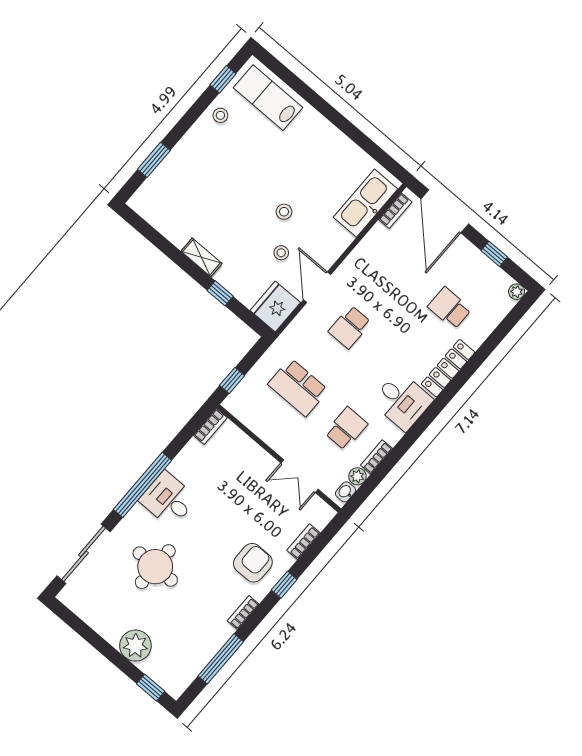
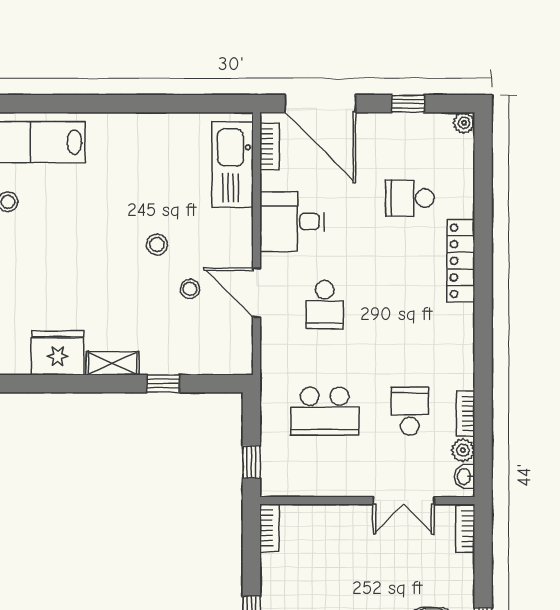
fridge: (275, 307) -> (58, 353), moved, turned 90
desk: (402, 401) -> (292, 222), moved, turned 180
bookcase: (303, 542) -> (465, 529), moved

